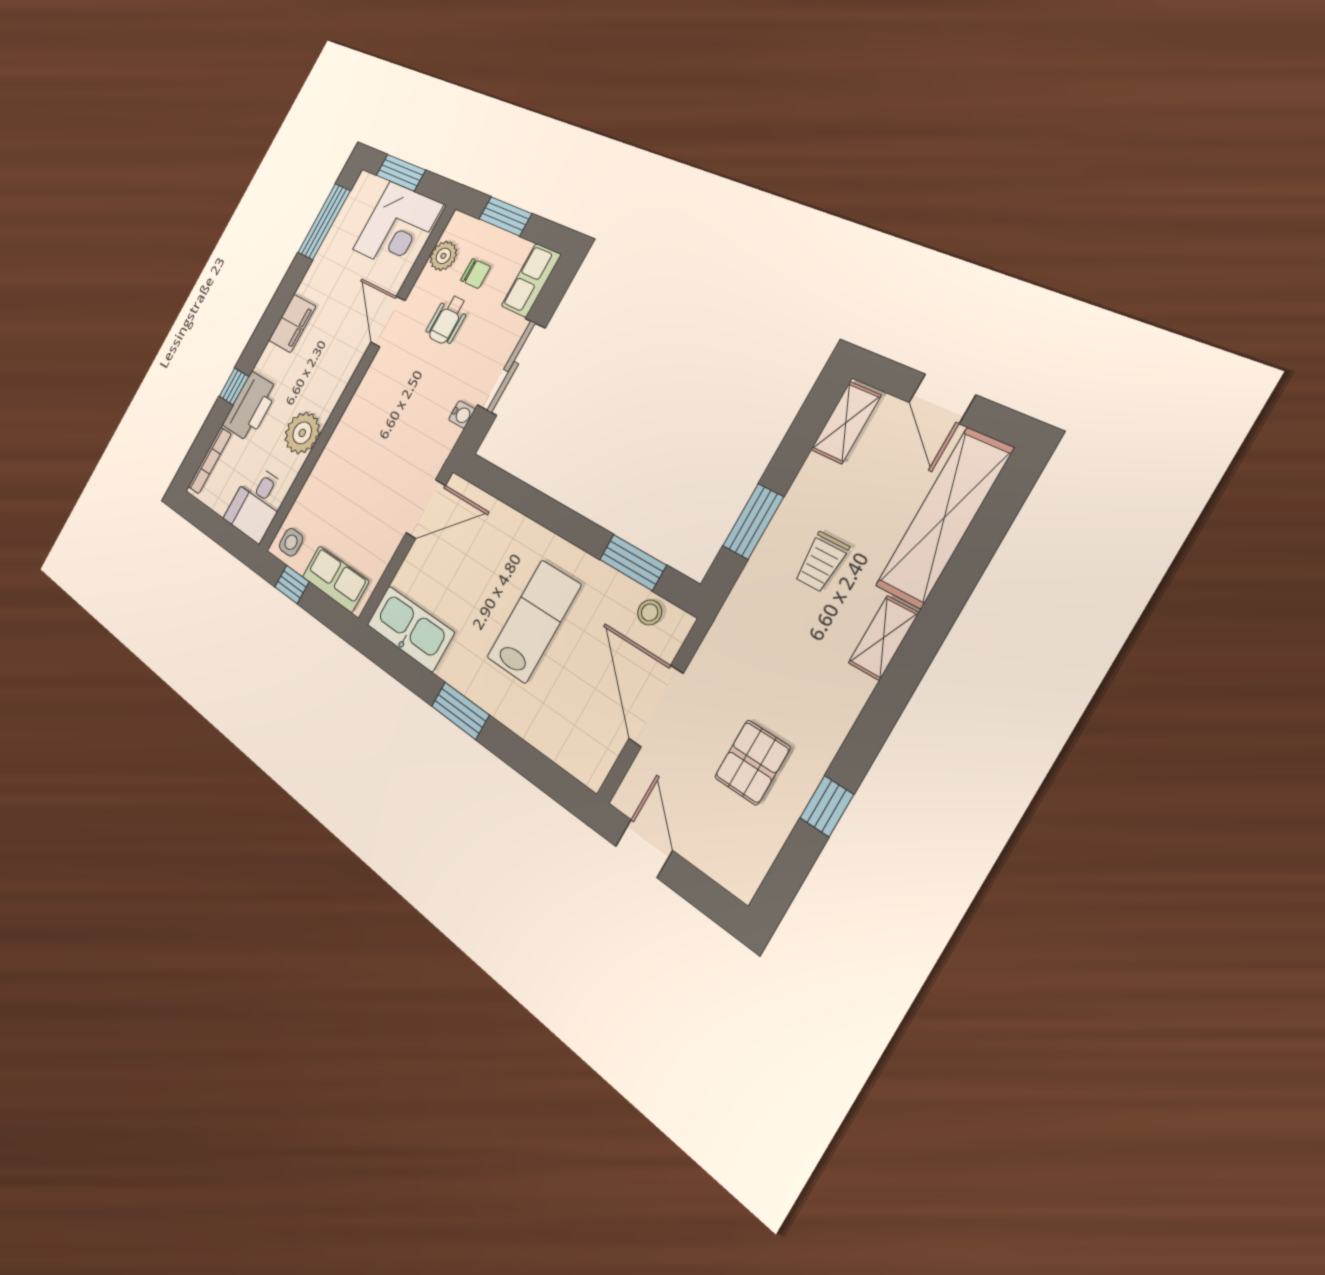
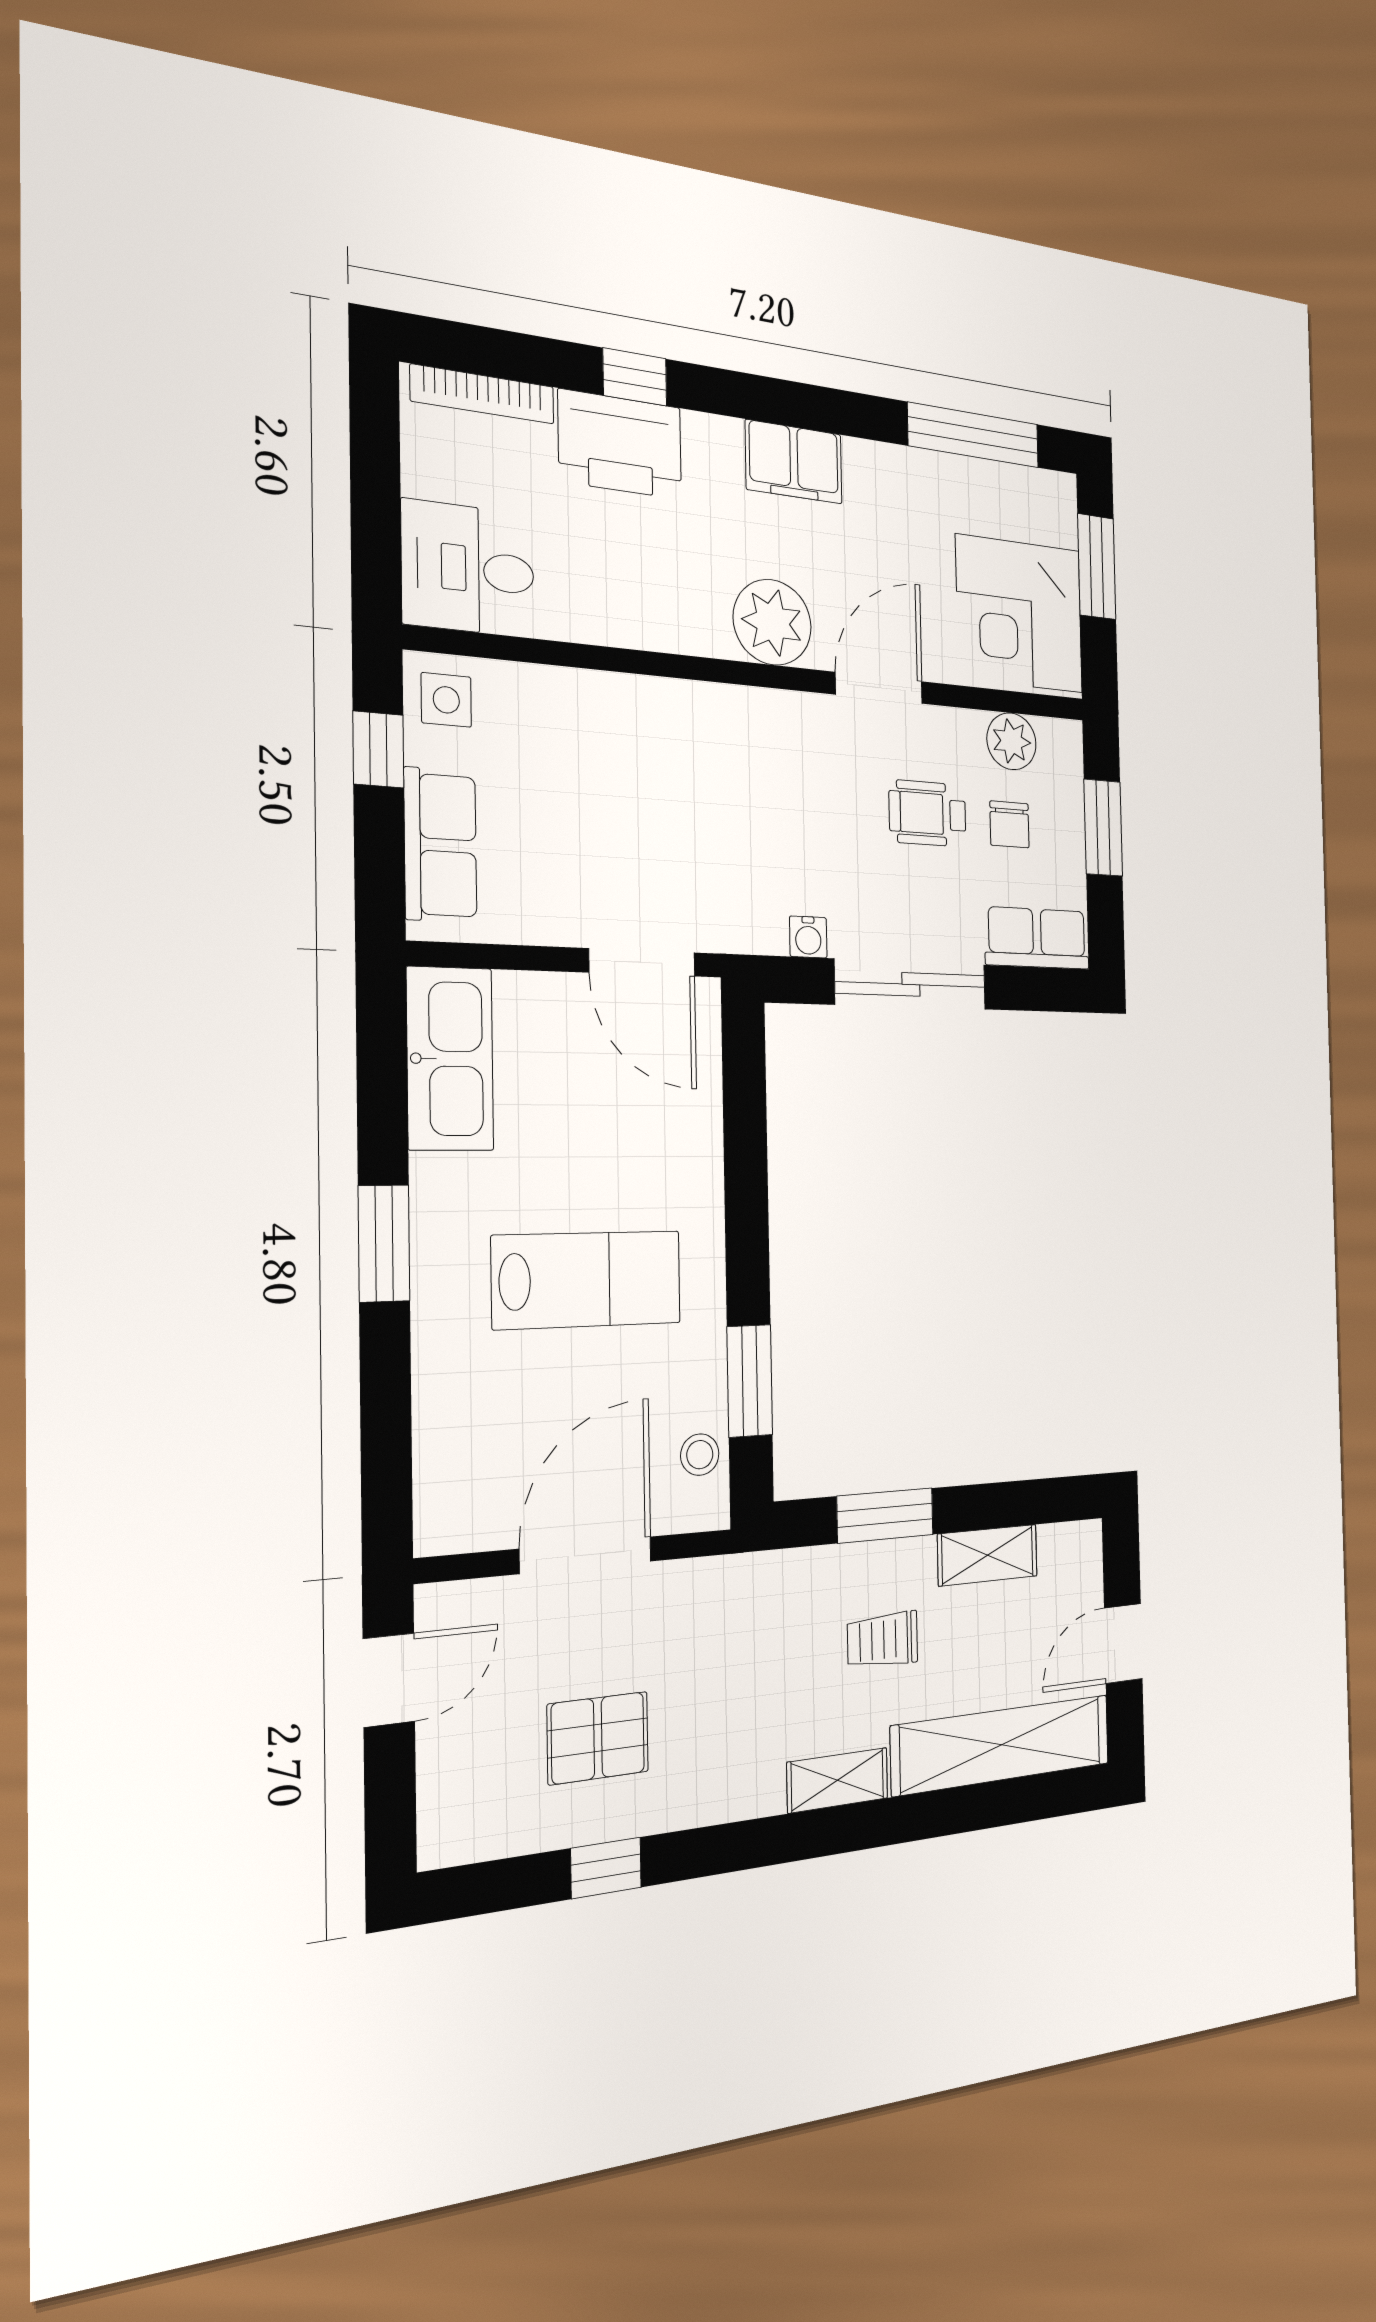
shelving: (846, 423) -> (988, 1555), moved
plant: (302, 433) -> (772, 622), moved

